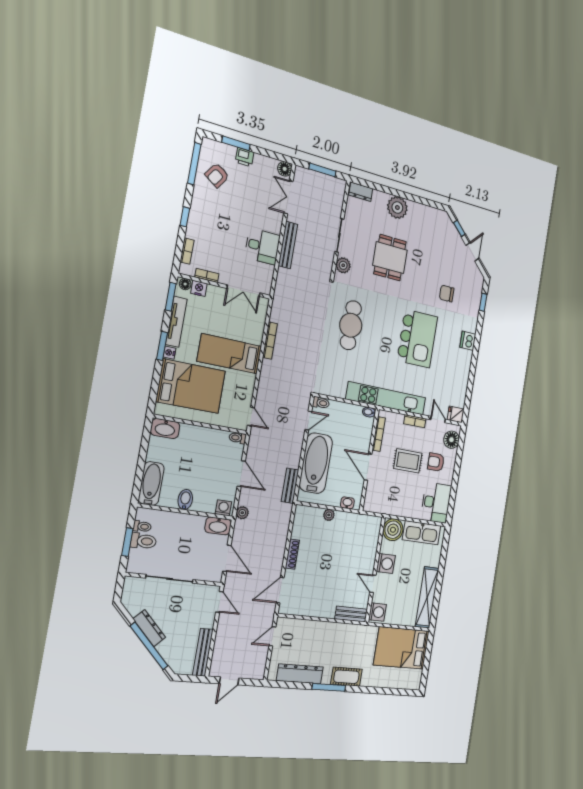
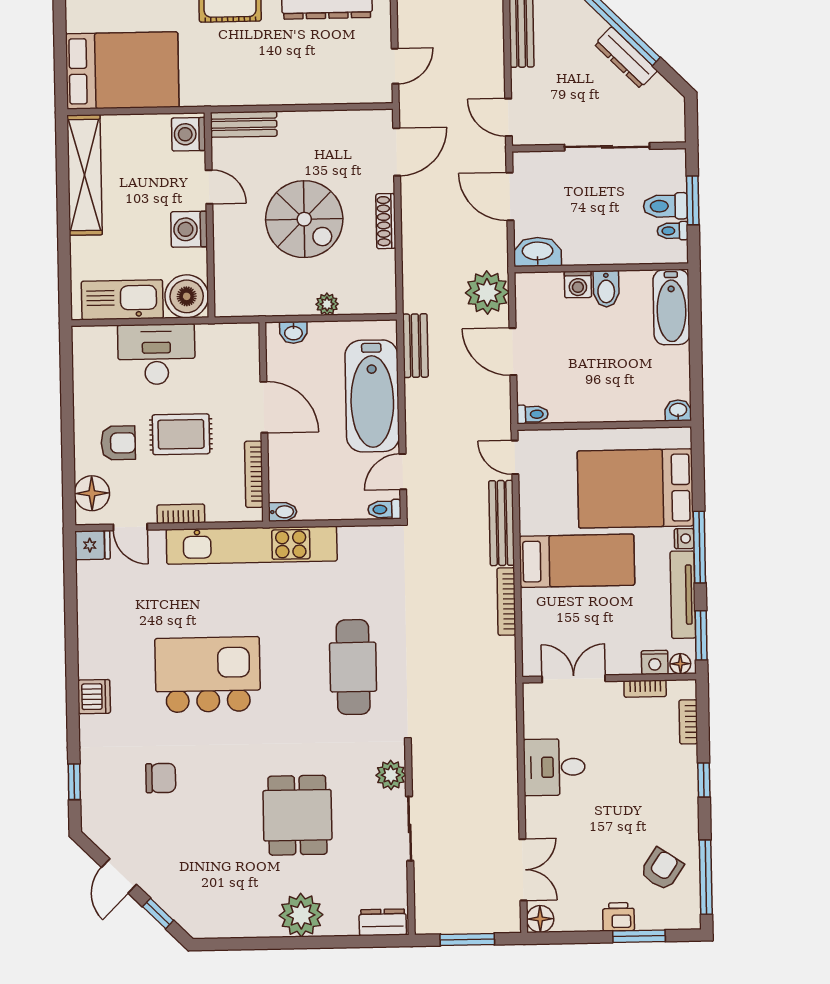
bench: (288, 245) -> (502, 523), moved
kitchen island: (417, 339) -> (208, 675), turned 90
window: (162, 346) -> (699, 547), width x1.44
washbasin: (165, 429) -> (678, 410), width x0.52, depth x0.69
desk: (436, 503) -> (156, 354), moved, turned 90
washing machine: (223, 508) -> (578, 284), moved
plant: (242, 513) -> (487, 292), width x1.88, depth x1.88
spiral stairs: (332, 561) -> (304, 219), added

